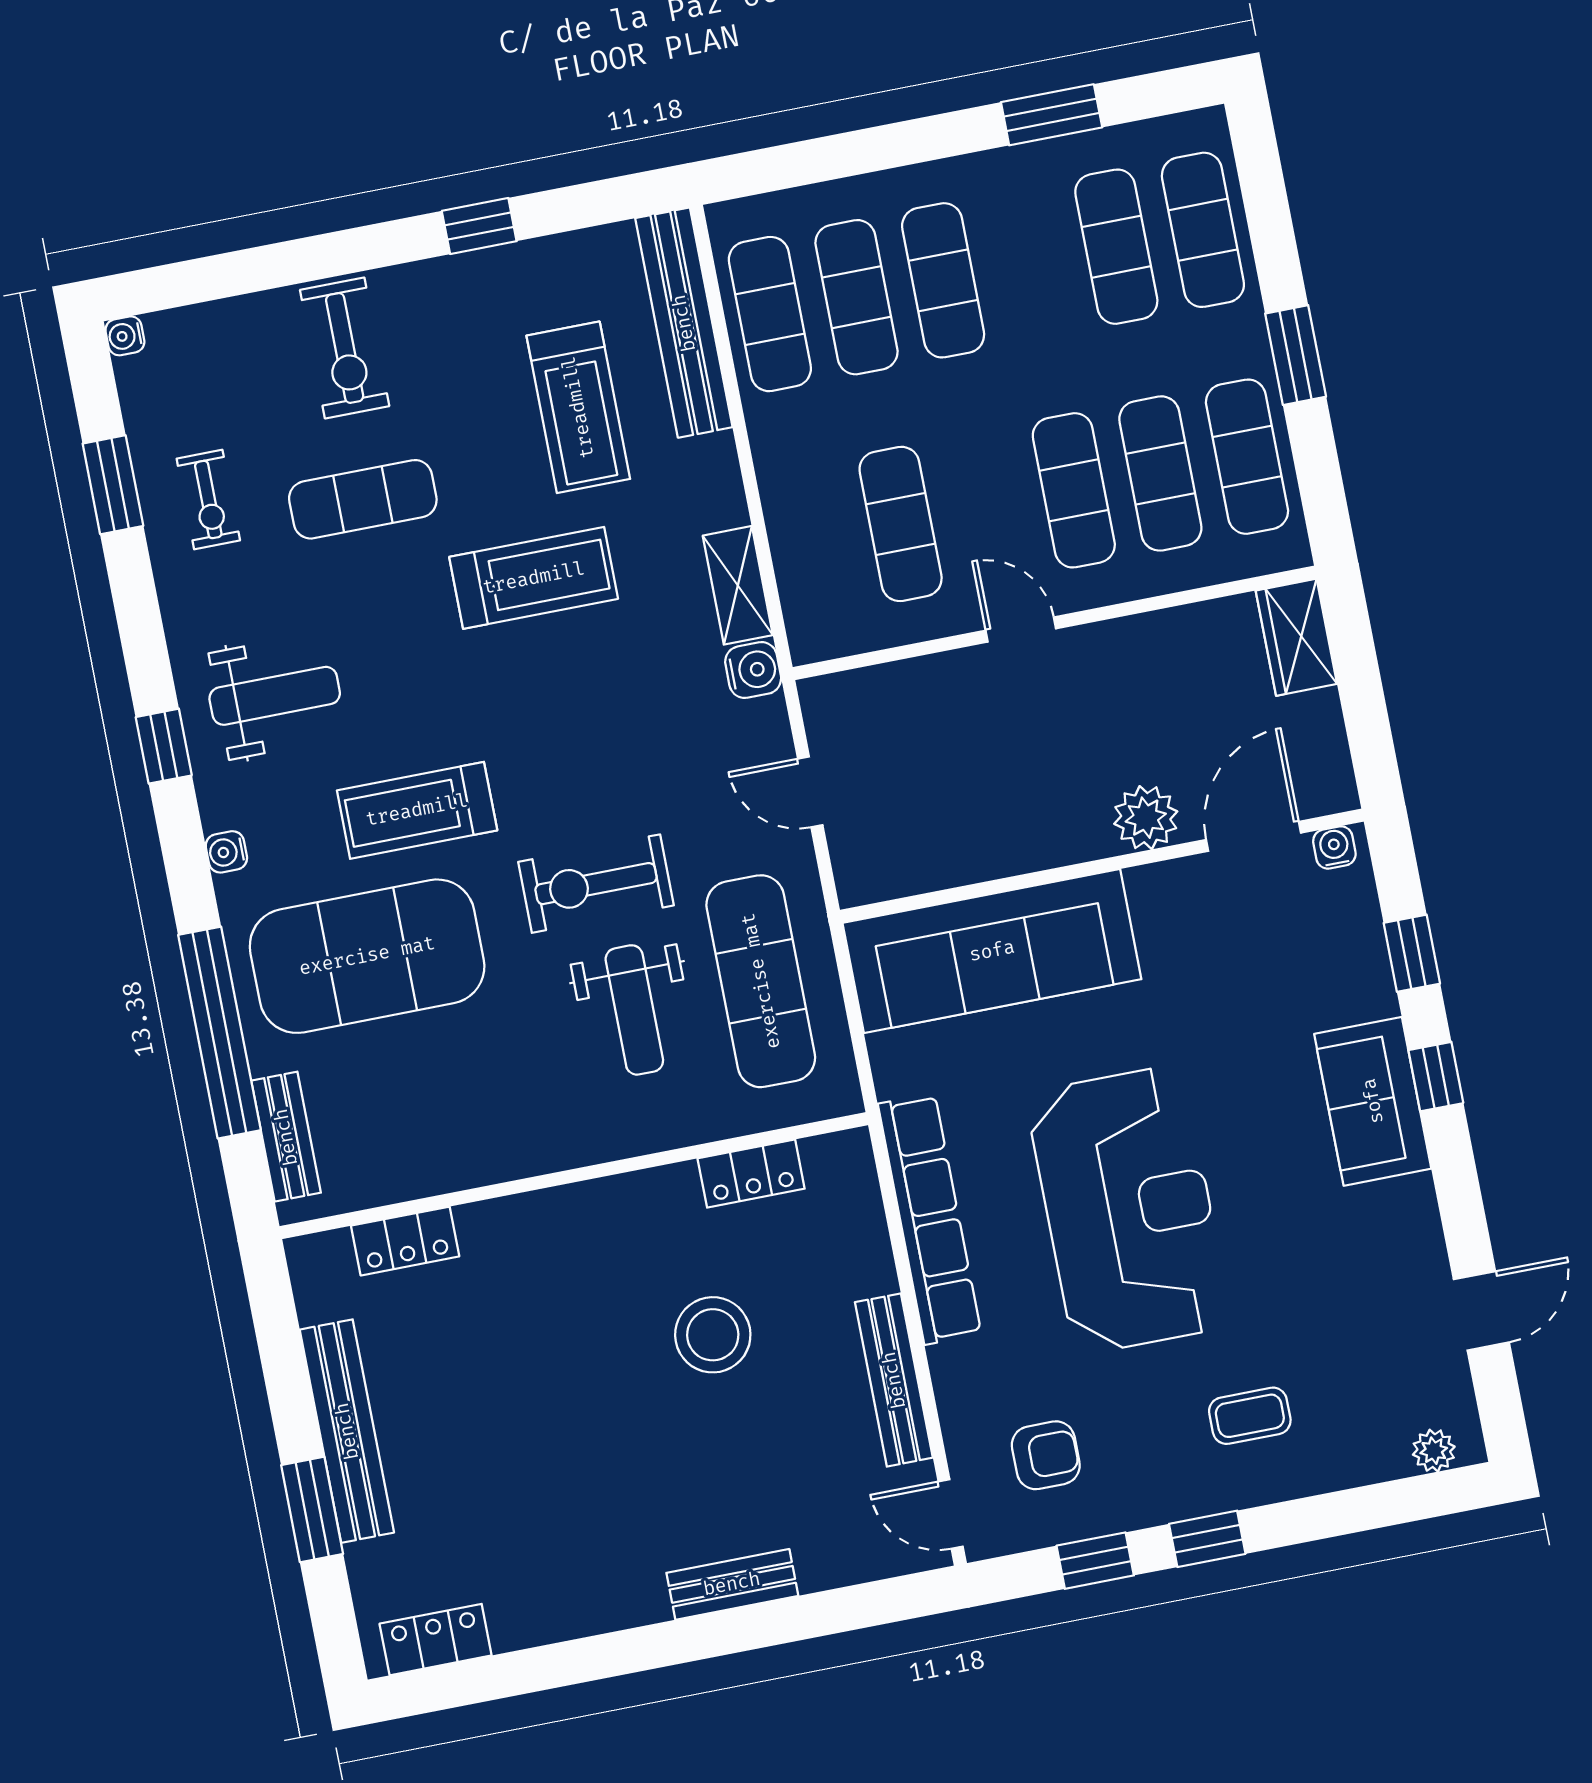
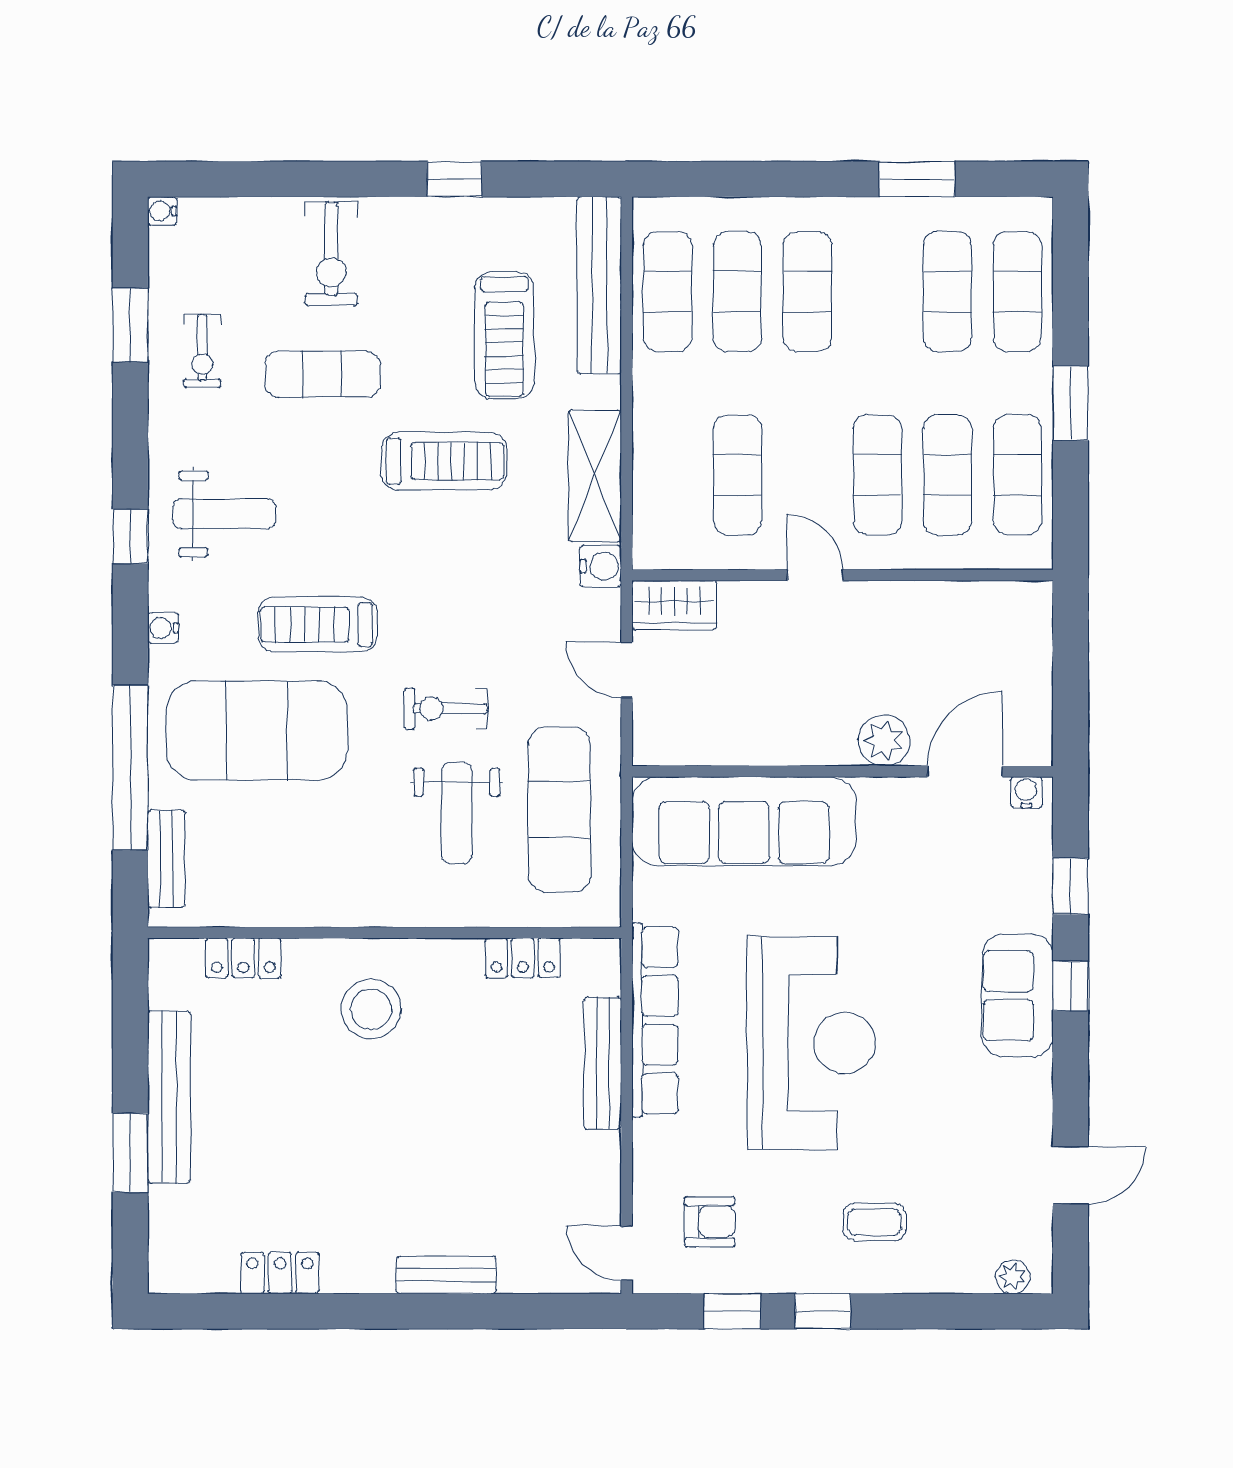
shelving: (738, 585) -> (595, 476), width x1.50, depth x1.33
wardrobe: (1296, 637) -> (674, 605), moved, turned -90
exercise bike: (596, 884) -> (446, 709), width x0.73, depth x0.72
stool: (713, 1335) -> (371, 1009), moved
bench: (894, 1380) -> (603, 1063), moved
locker: (436, 1640) -> (280, 1273), moved

